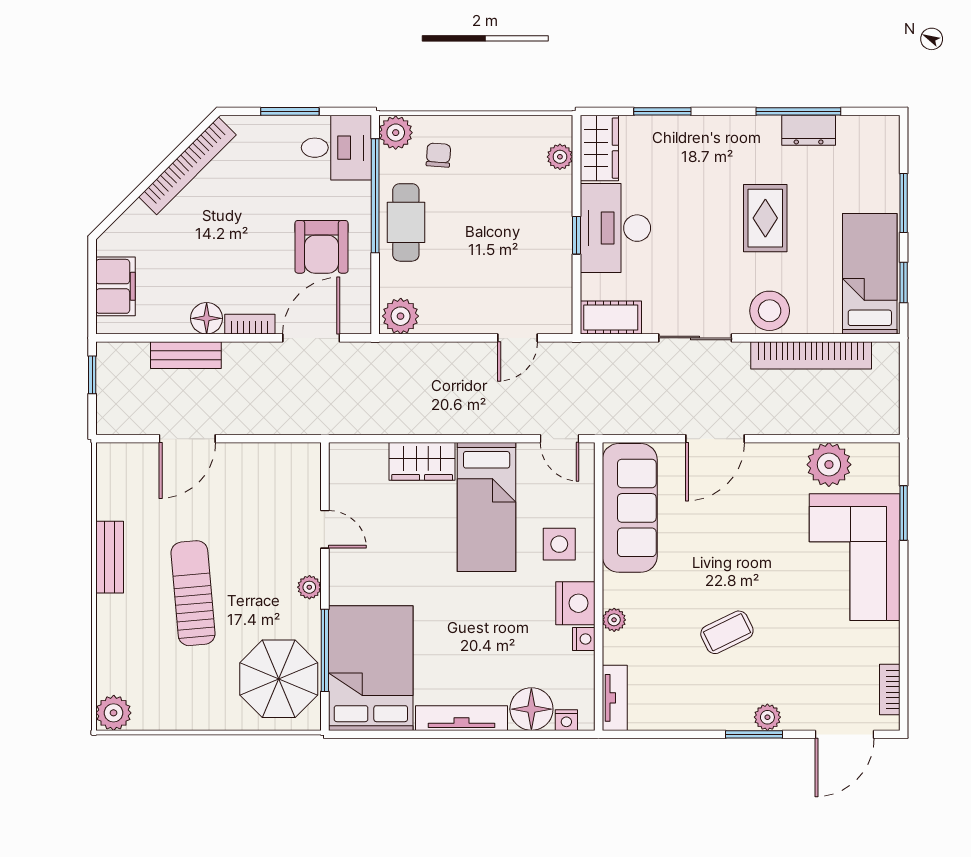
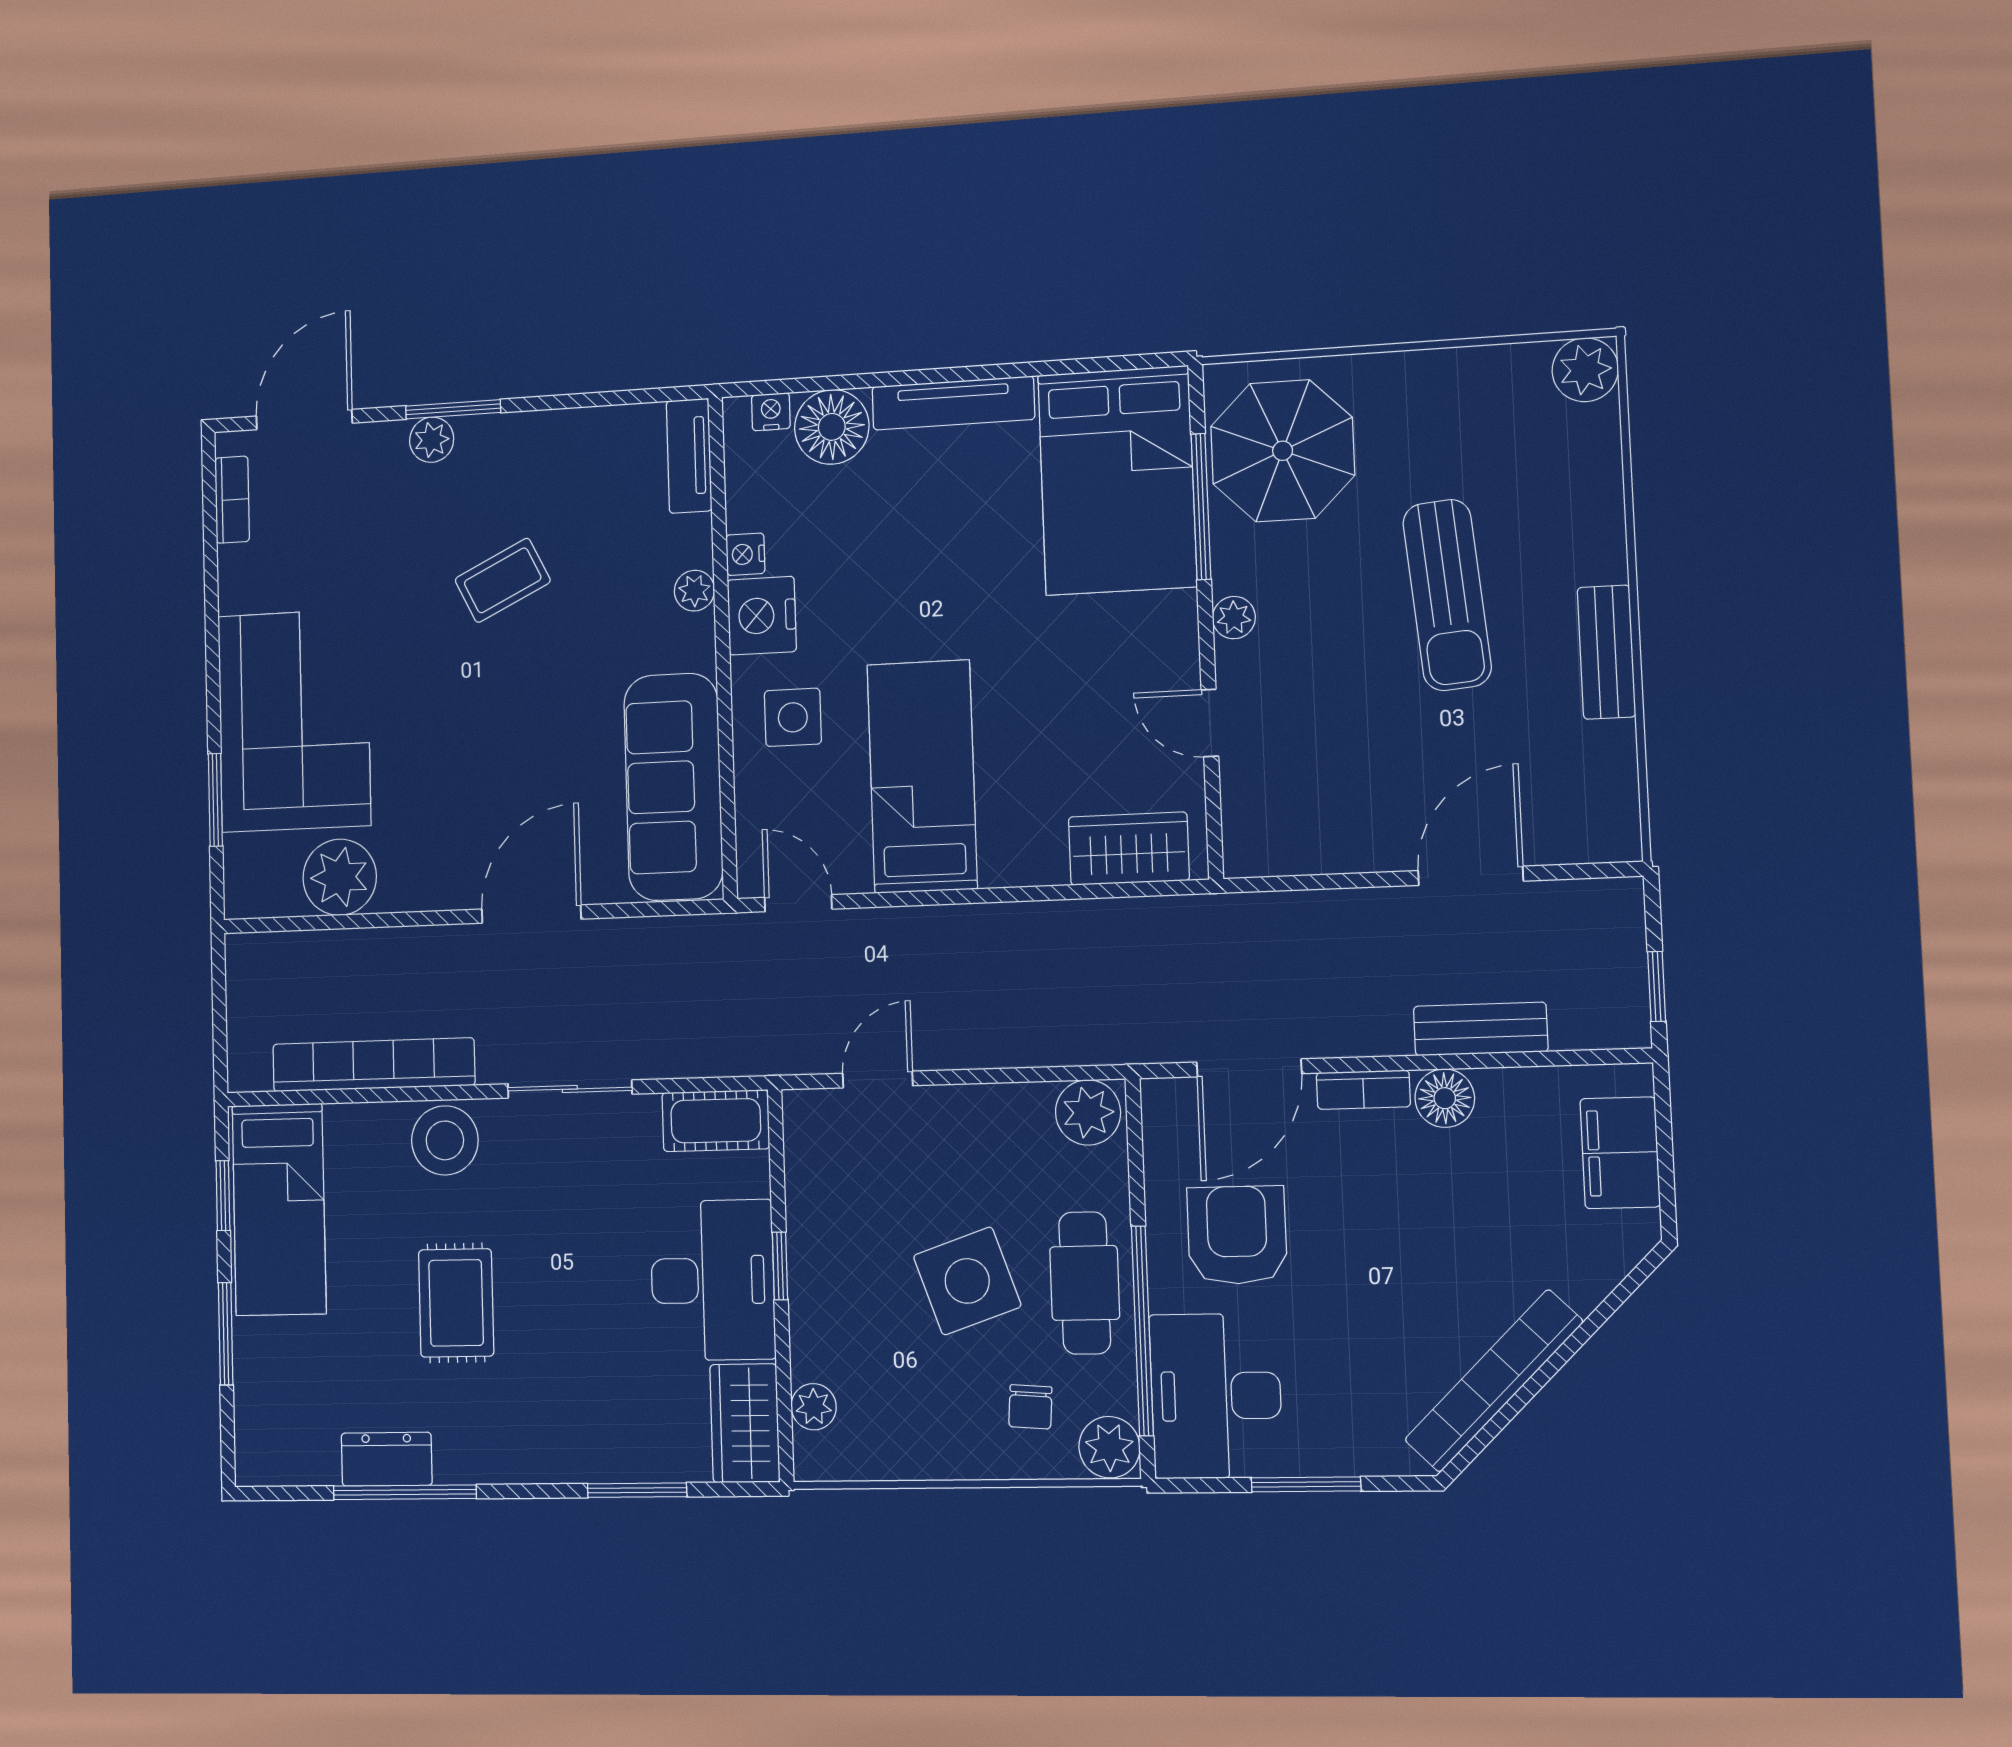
desk: (336, 148) -> (1216, 1396), width x1.37
side table: (471, 225) -> (967, 1281), added
wardrobe: (422, 461) -> (1129, 849), moved

